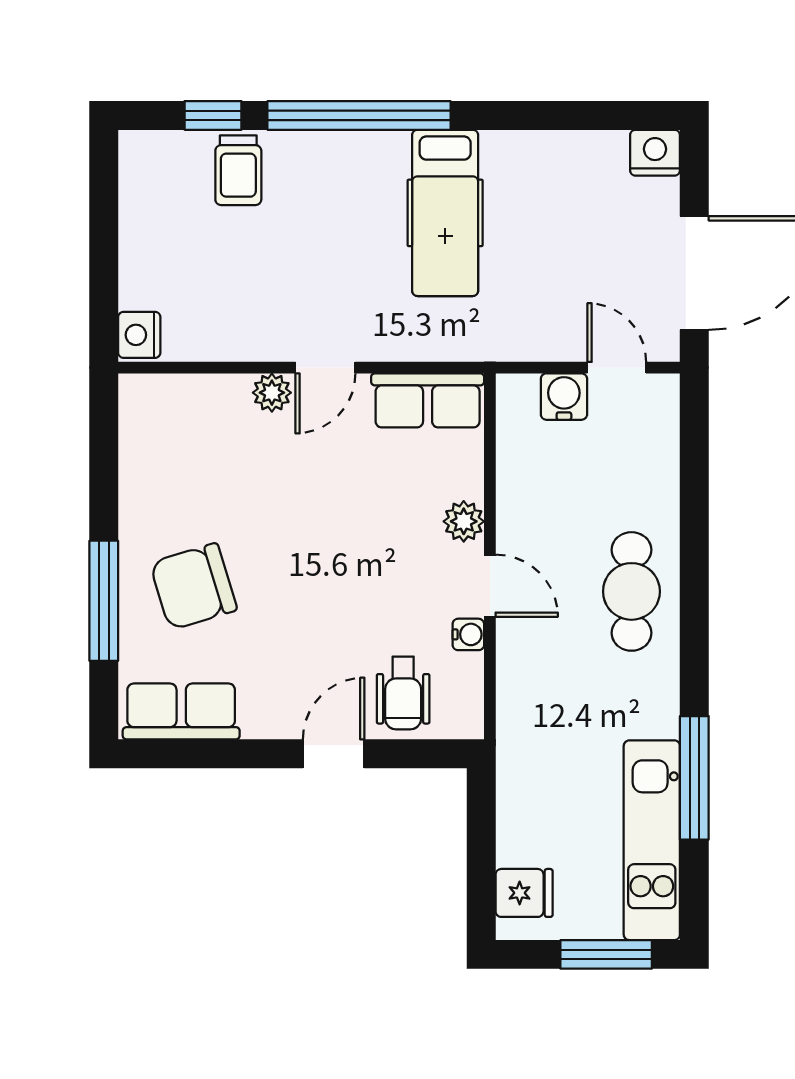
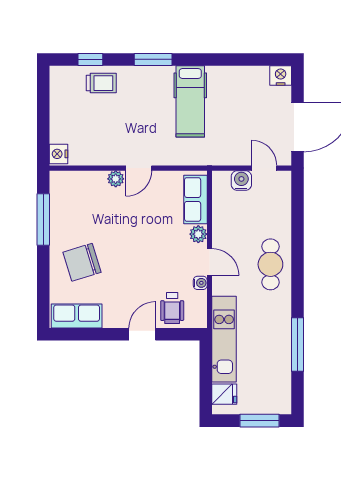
window: (359, 115) -> (153, 59), width x0.47
trolley: (238, 170) -> (101, 83), turned -90
row of seats: (428, 400) -> (195, 199), moved, turned 90
window: (104, 601) -> (43, 219), moved
kitchen unit: (652, 840) -> (224, 339), moved, turned 180

